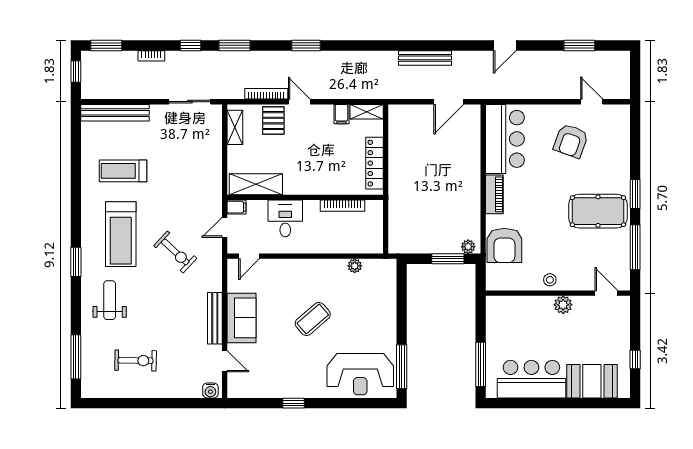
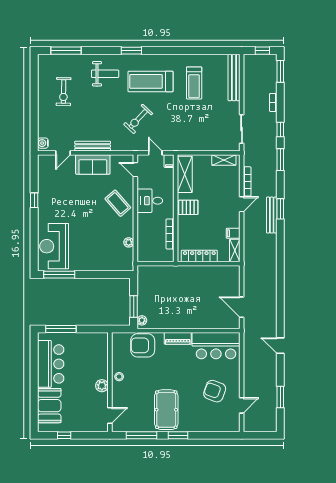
bench: (425, 58) -> (272, 215), moved
pallet: (273, 121) -> (188, 207), moved
treadmill: (123, 171) -> (194, 83), turned 180
desk: (285, 218) -> (150, 201), moved, turned 180
coffee table: (313, 319) -> (118, 203), moved

